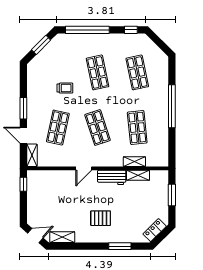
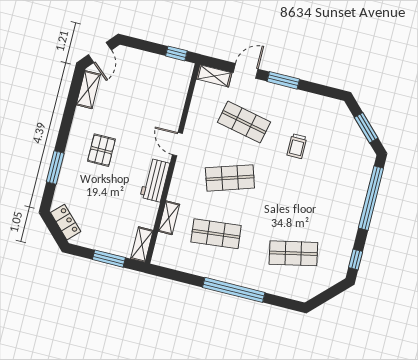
shop shelf: (98, 72) -> (307, 197), removed
shelving: (138, 175) -> (142, 245), moved

